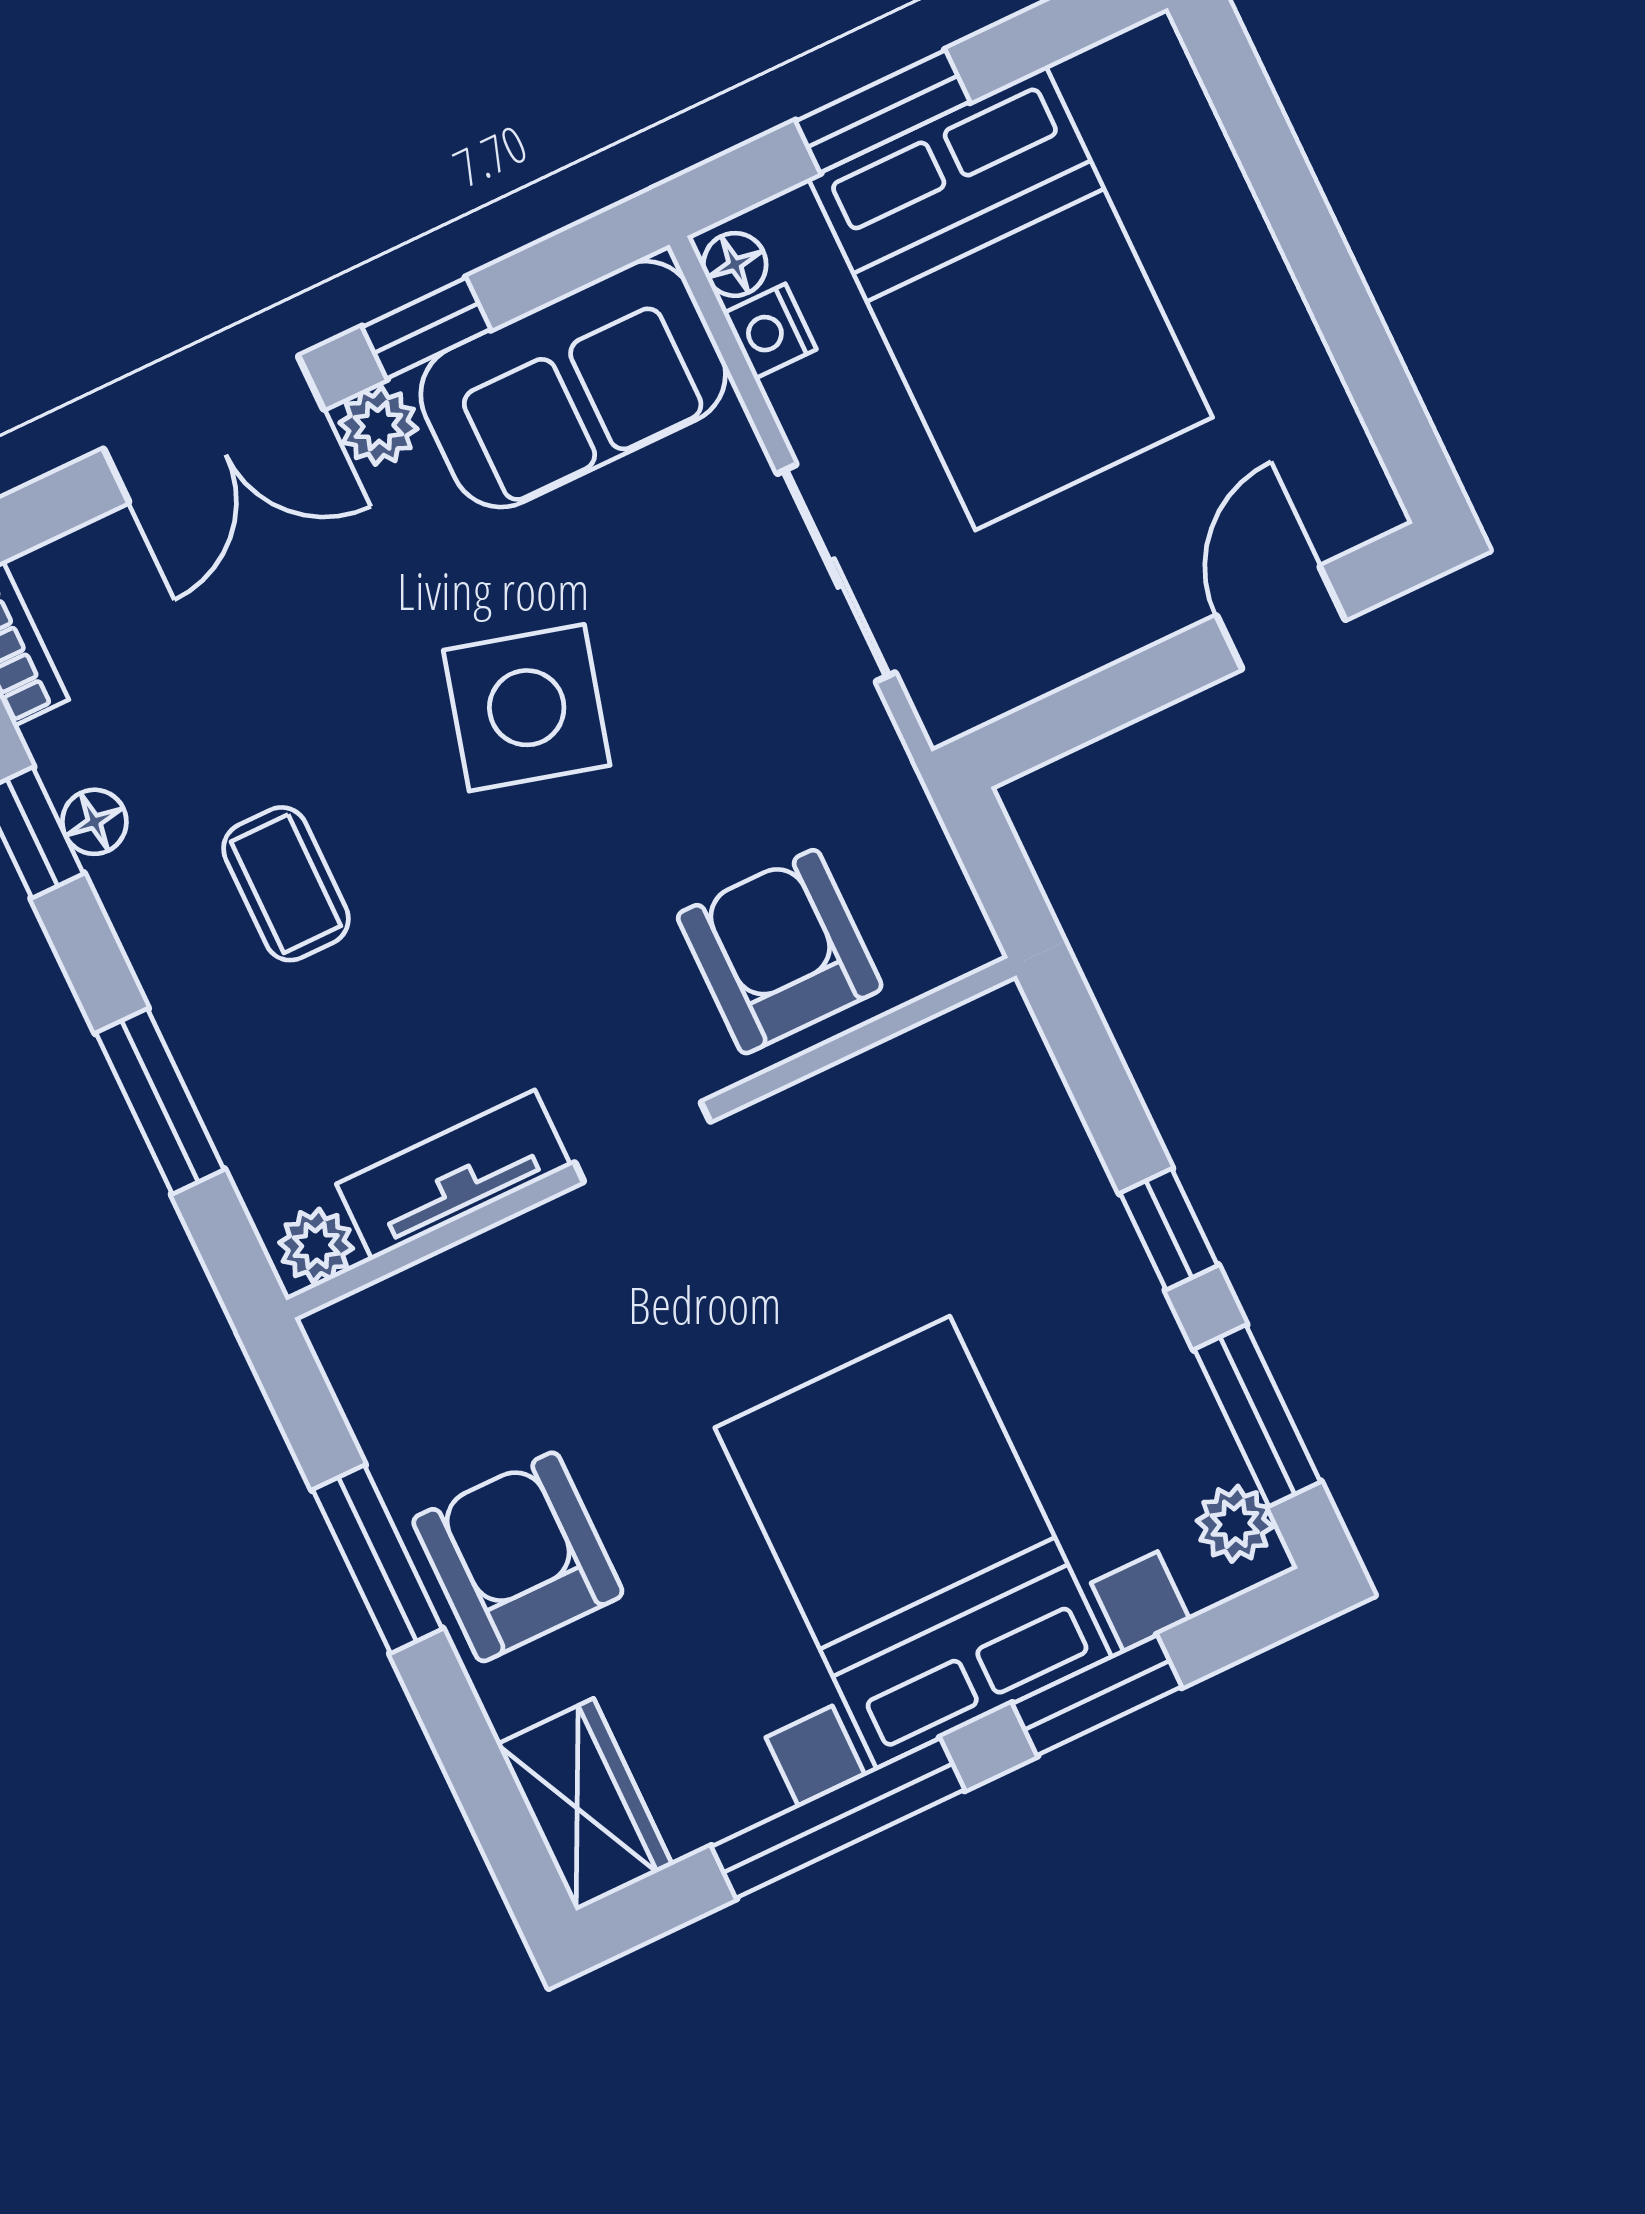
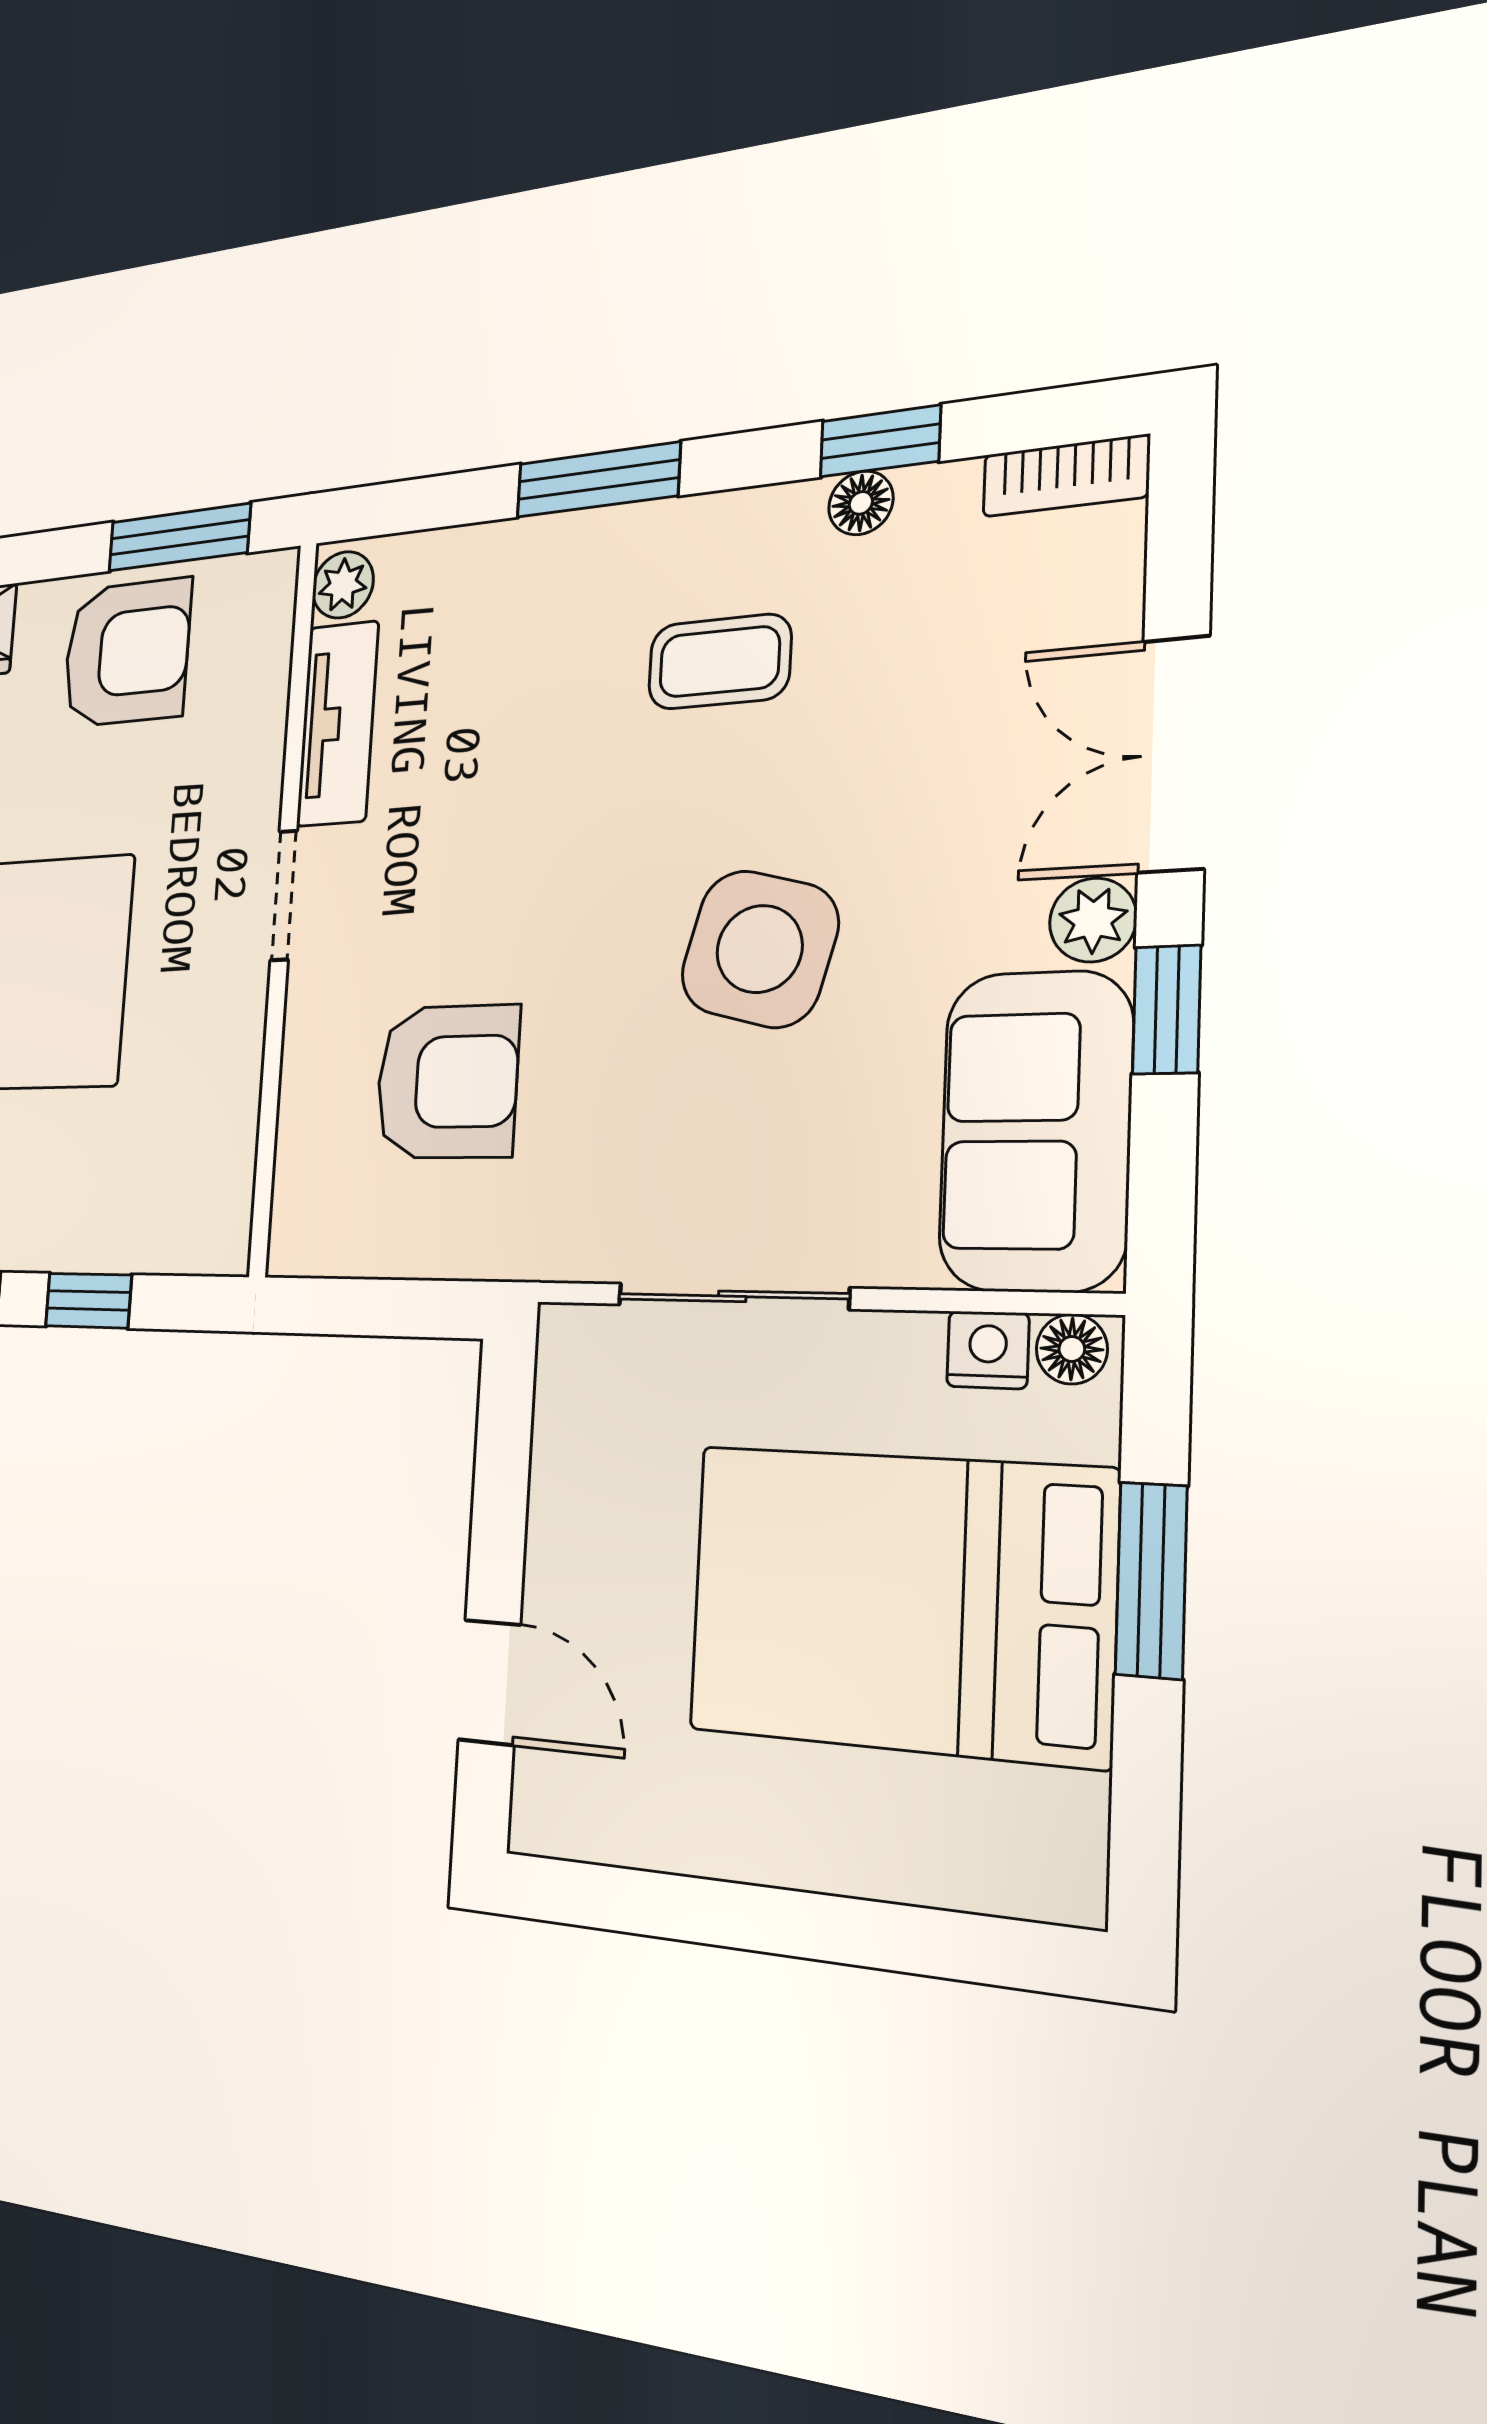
wall: (651, 1138) -> (283, 904), moved
doorway: (642, 1142) -> (284, 895), moved
tv unit: (454, 1175) -> (338, 724), moved
plant: (316, 1246) -> (343, 585), moved

